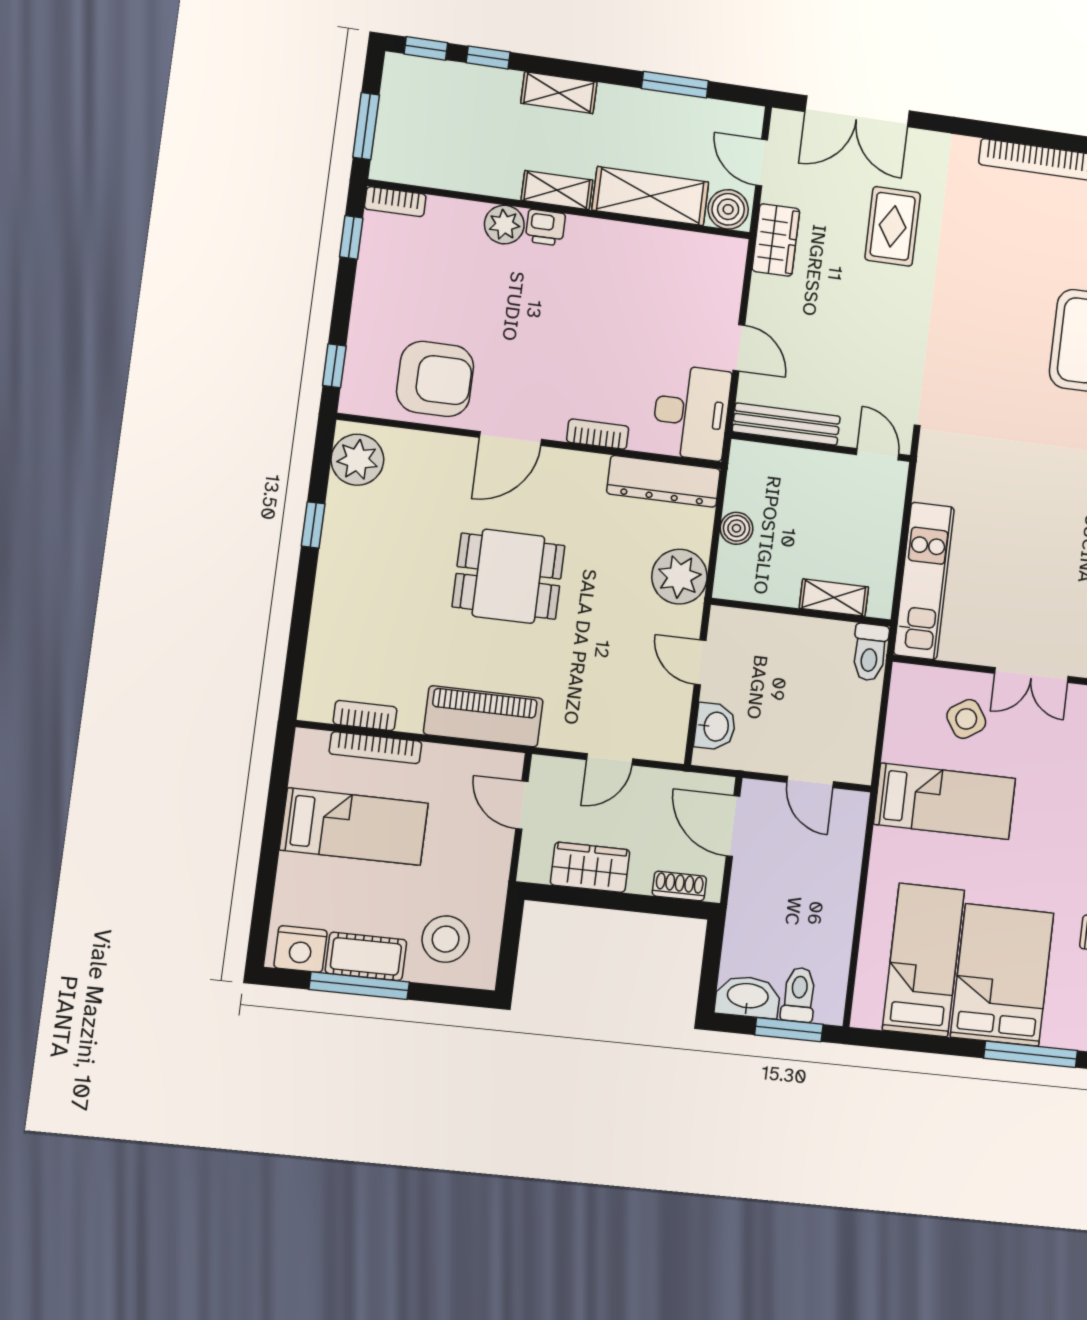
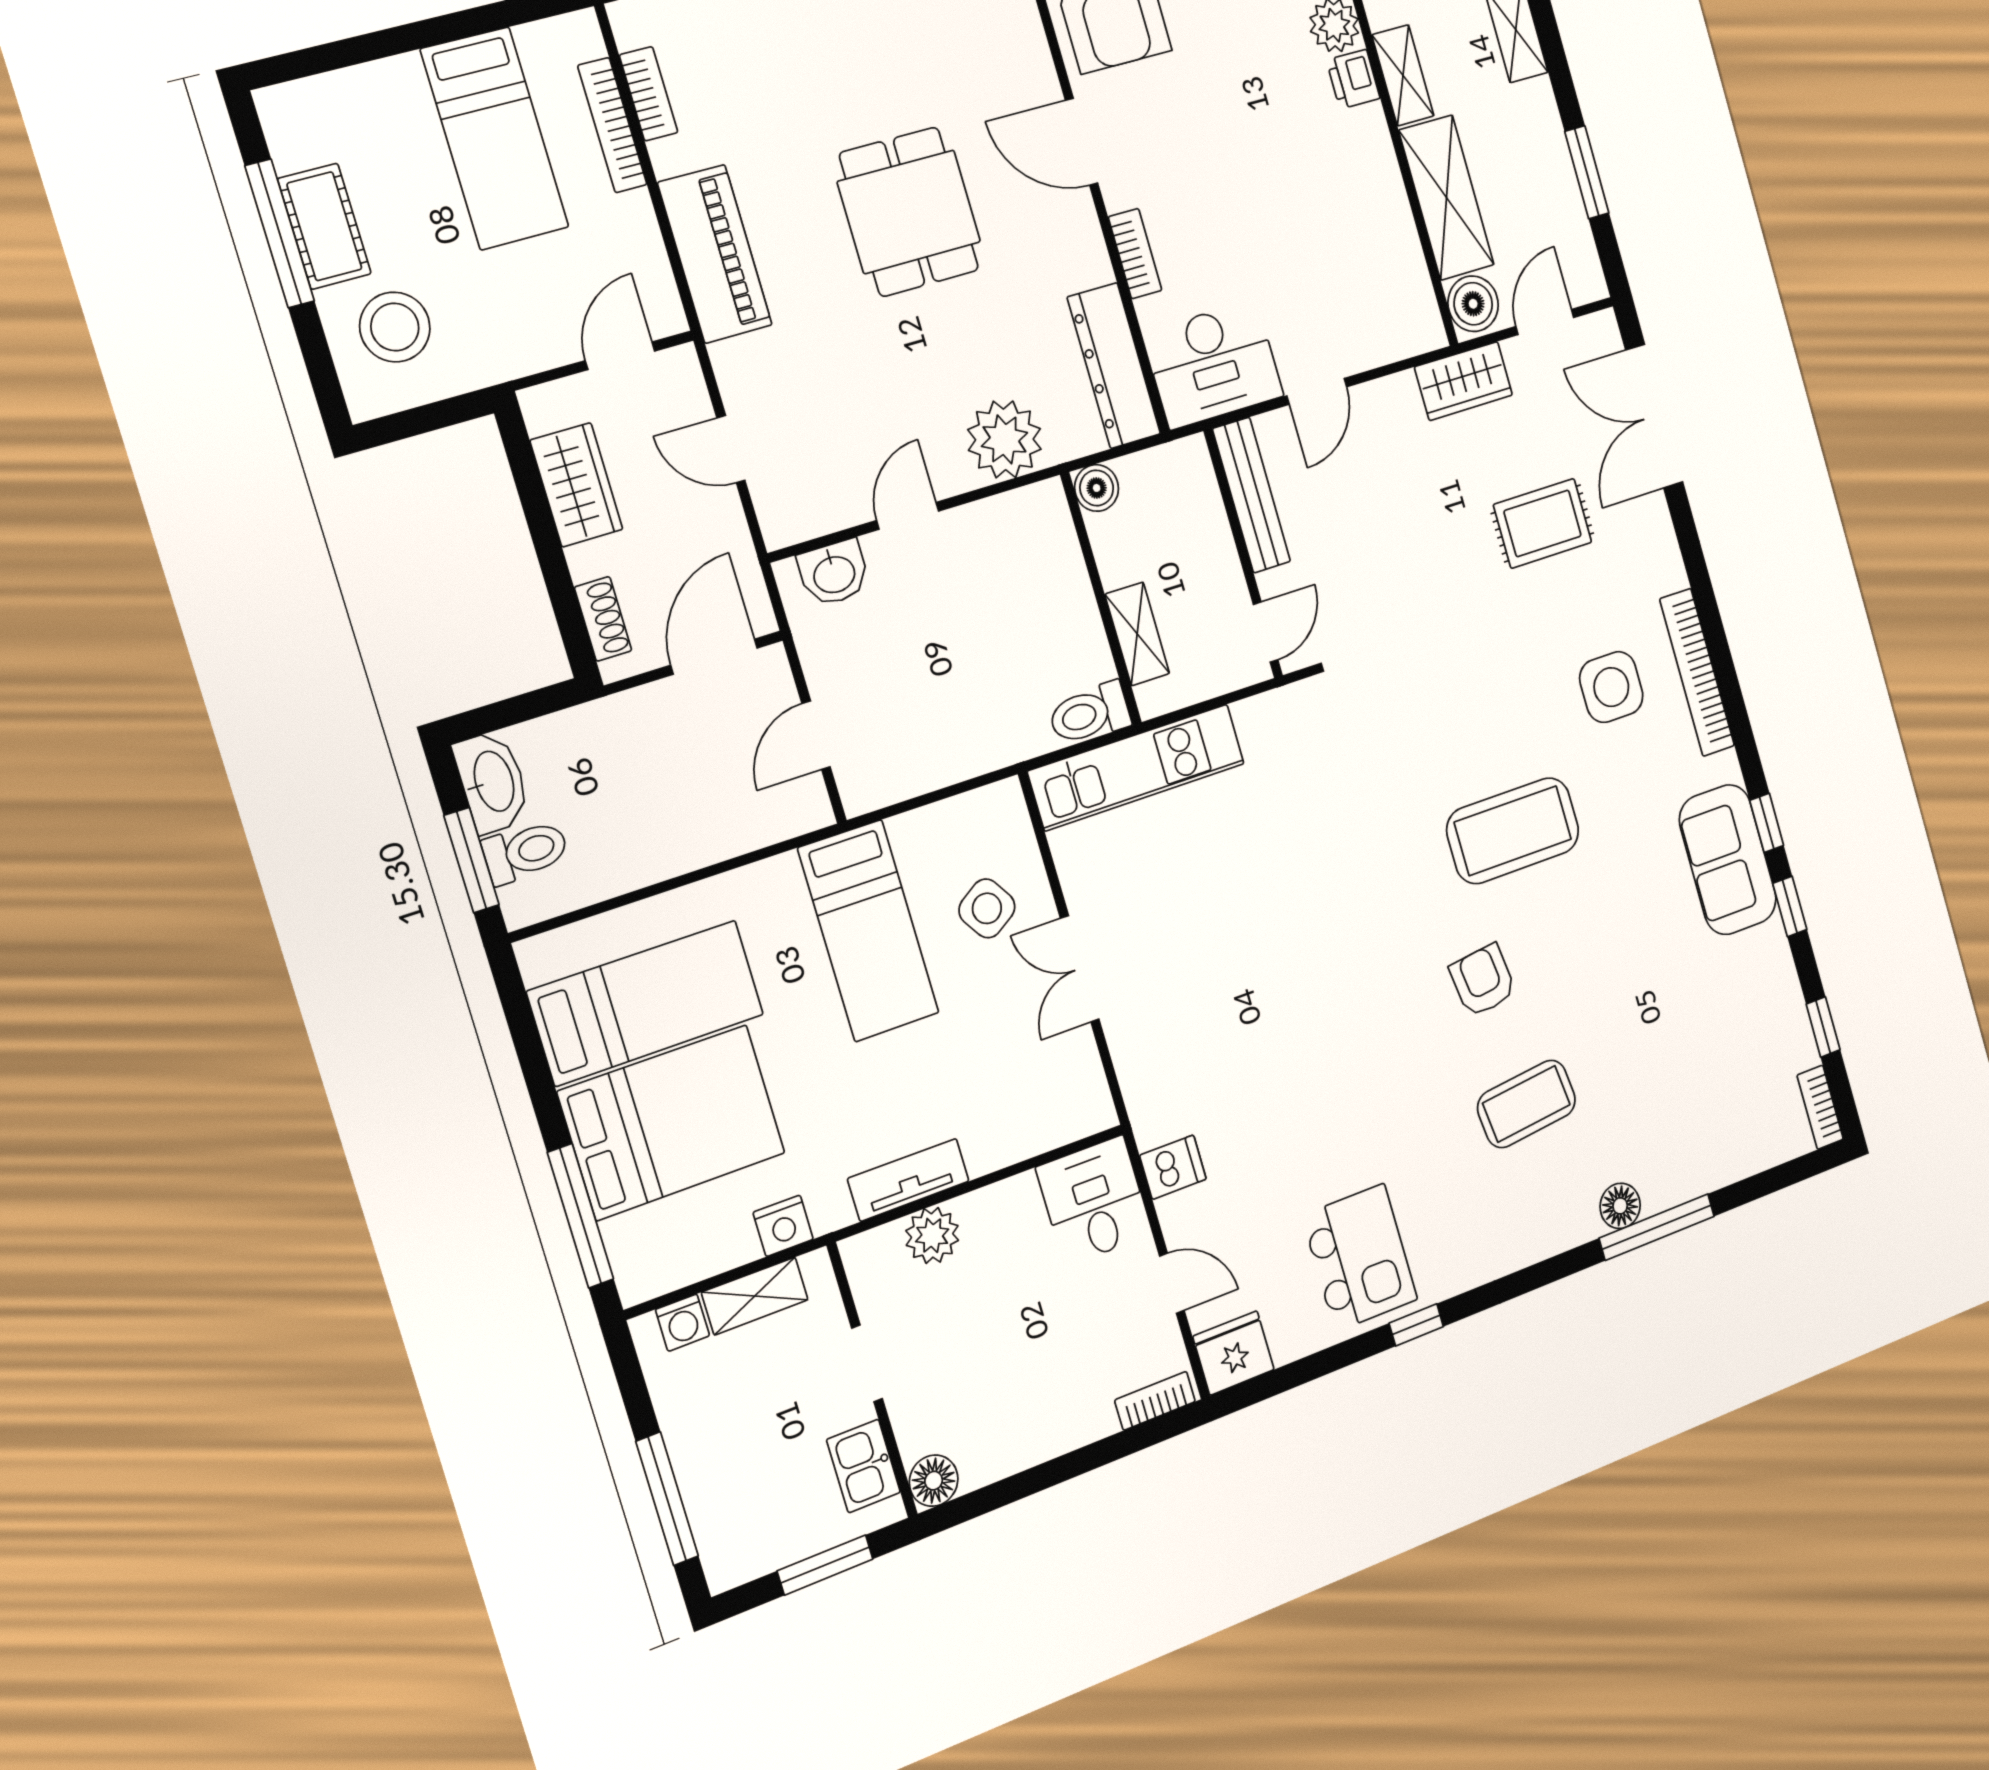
side table: (1020, 227) -> (1611, 687), added
shelving: (834, 598) -> (1137, 634), moved
wall: (801, 612) -> (1101, 599), moved
toilet: (870, 652) -> (1090, 714), moved
nightstand: (301, 949) -> (296, 132), removed

